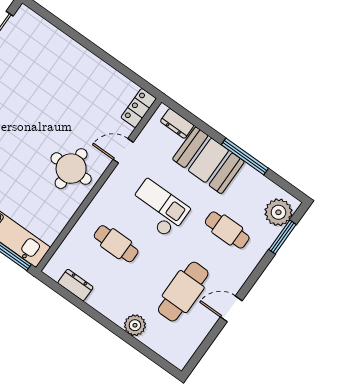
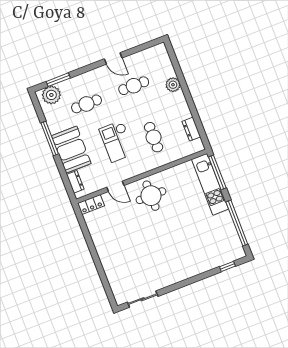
cafe table: (227, 230) -> (86, 104), turned 90
cafe table: (183, 292) -> (134, 86), width x0.73, depth x0.74

